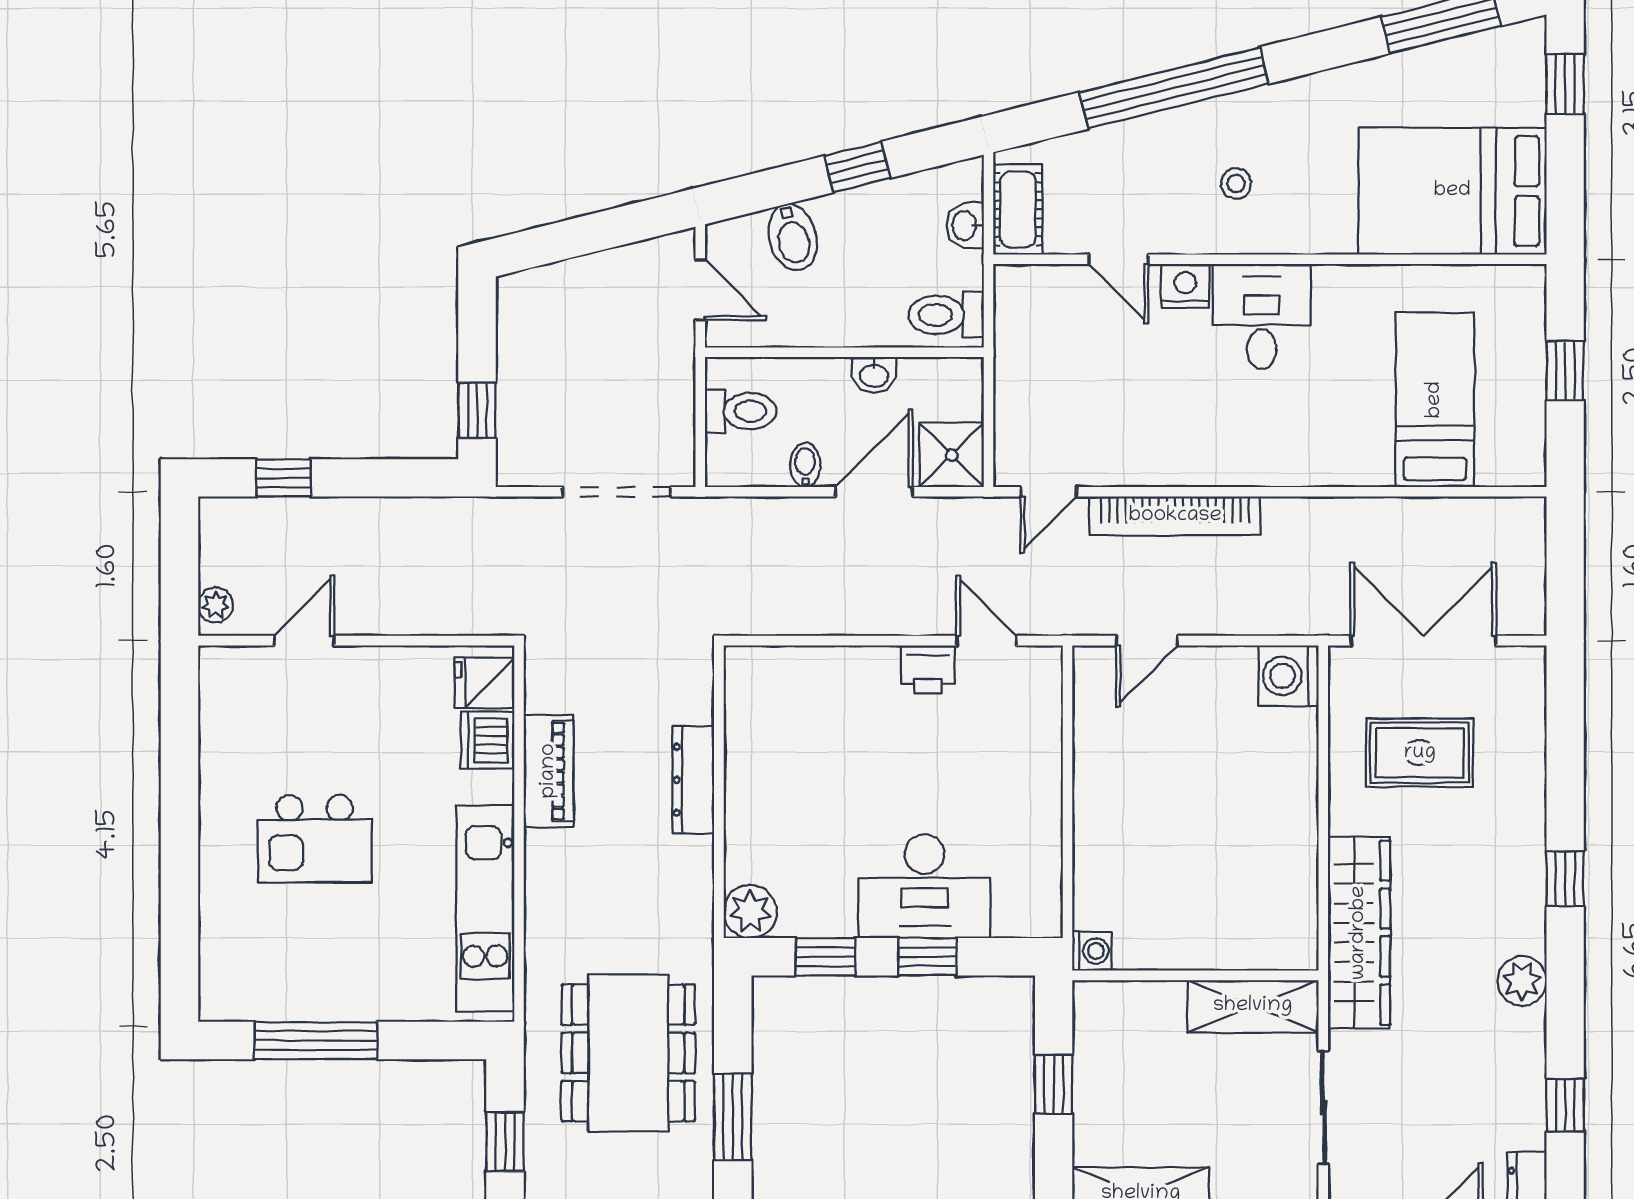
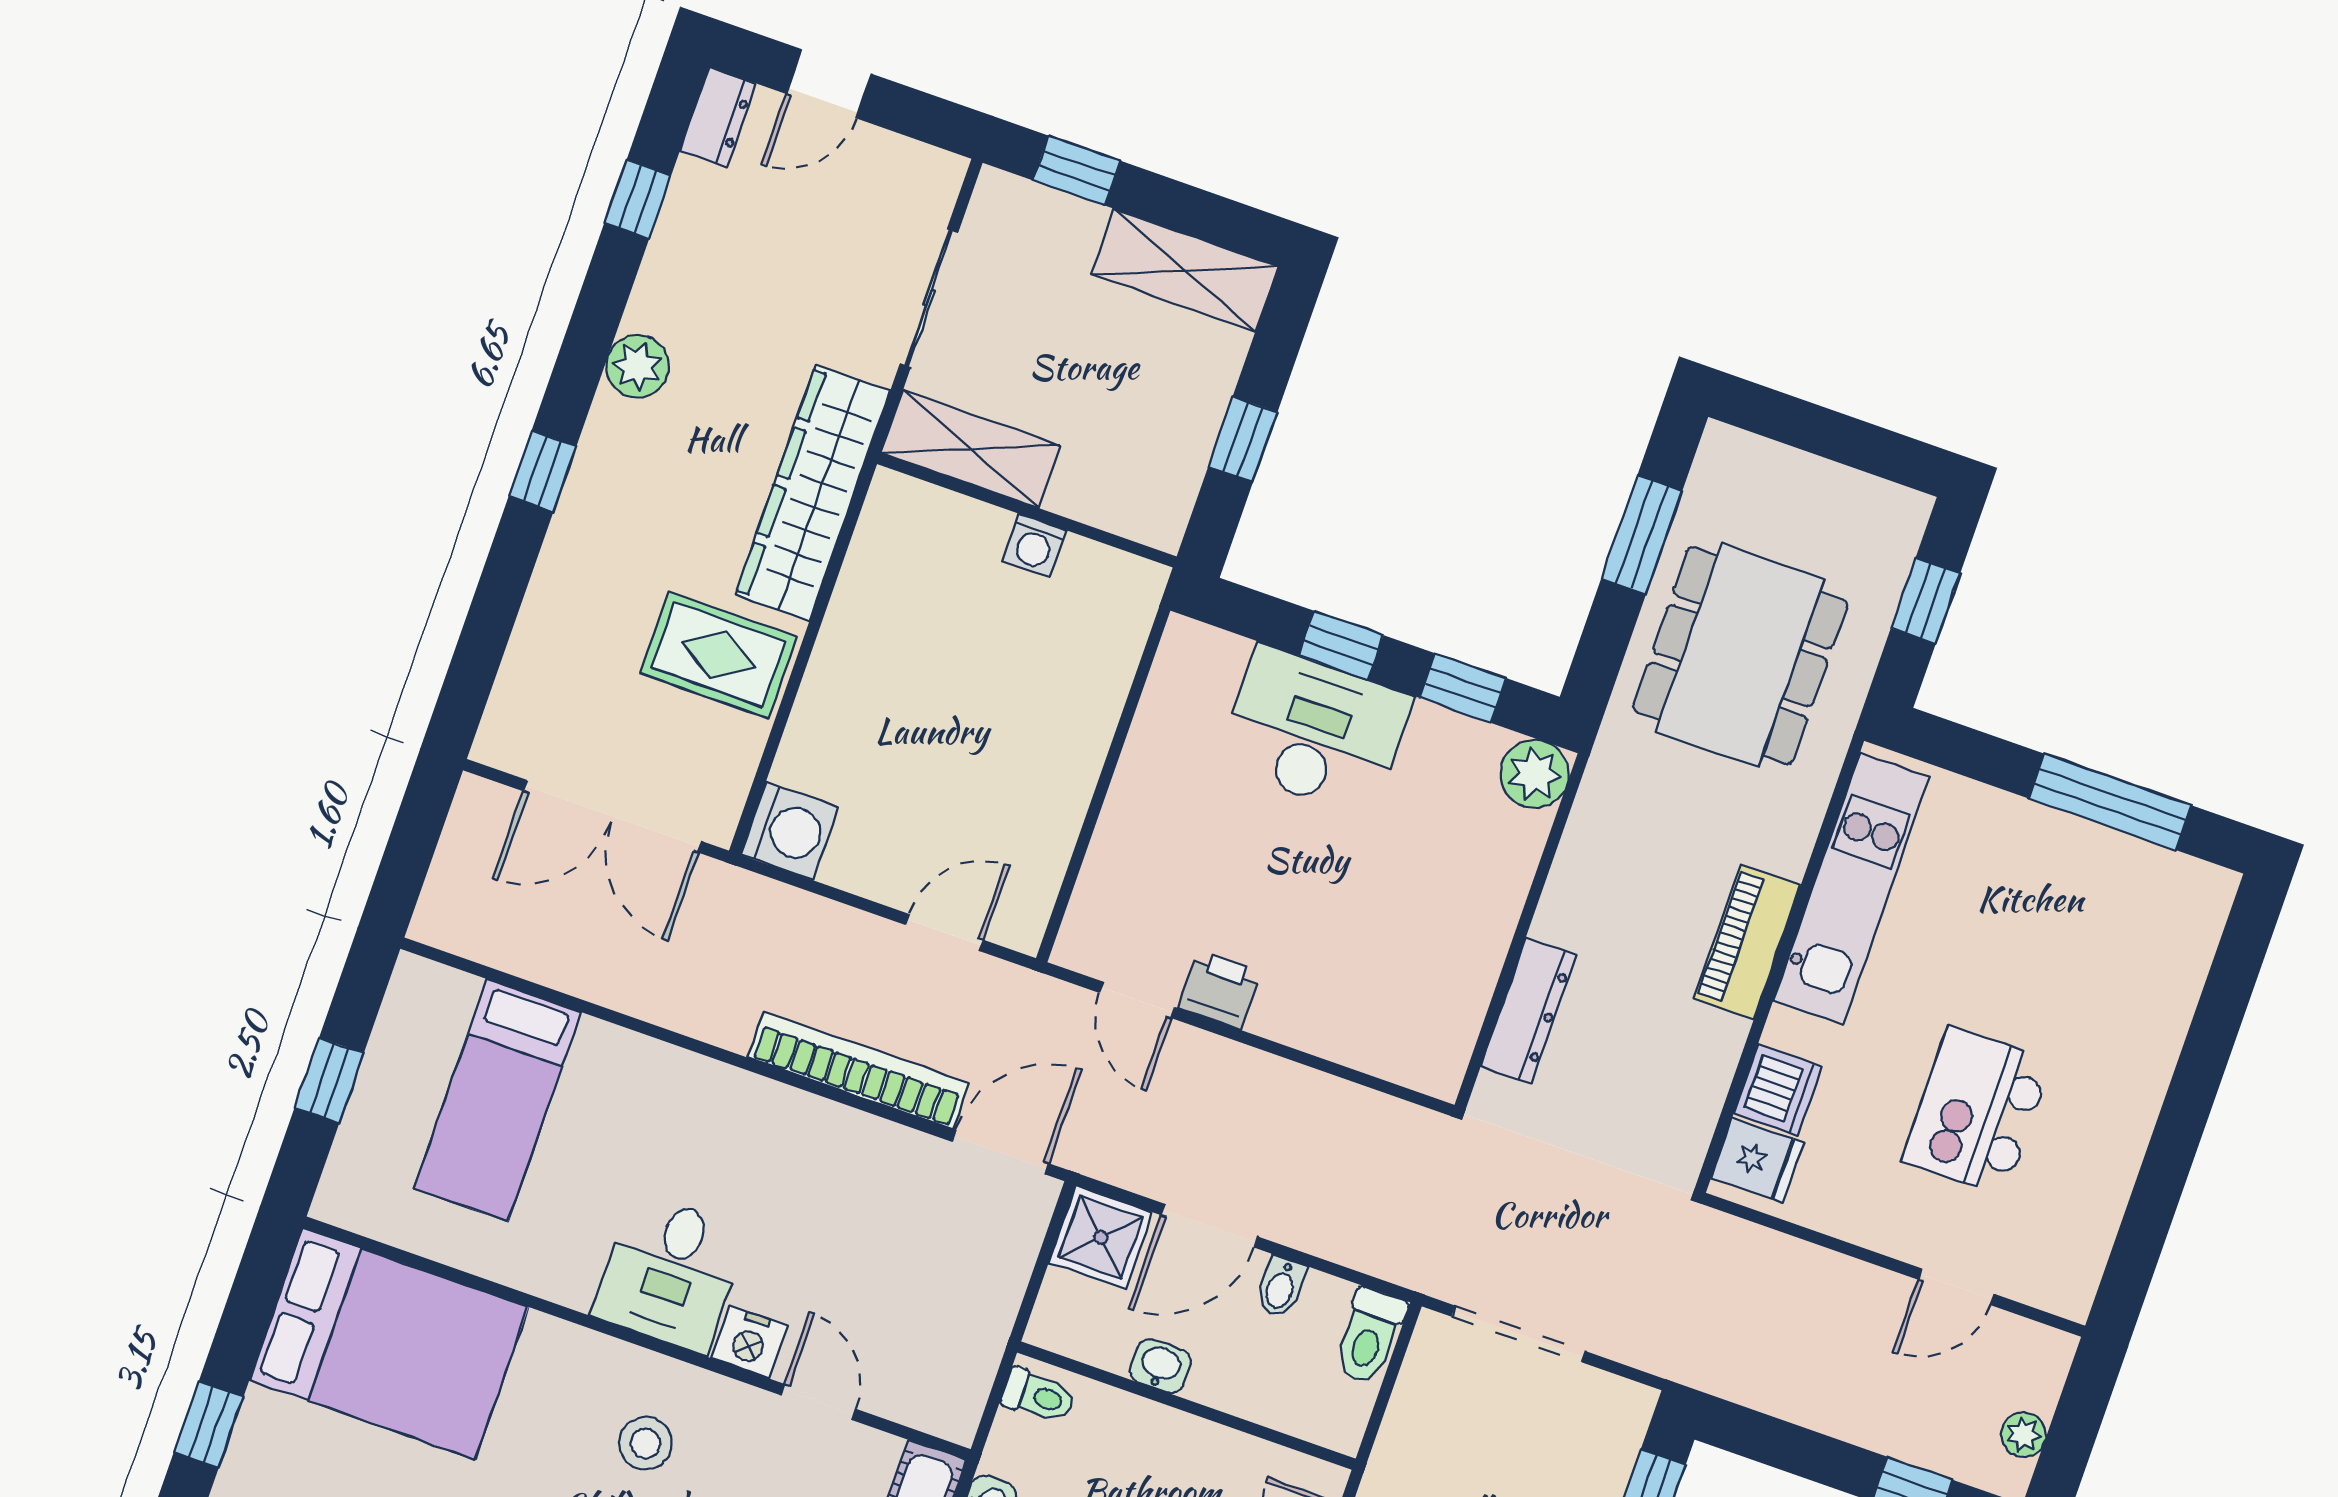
stool: (1236, 184) -> (645, 1443), width x1.37, depth x1.37
toilet: (946, 315) -> (1039, 1396), width x0.73, depth x0.72
toilet: (741, 411) -> (1369, 1336), moved, turned -90
door: (1048, 492) -> (1000, 1152), width x1.38
plant: (216, 605) -> (2023, 1435), moved
rug: (1420, 753) -> (718, 655), moved
piano: (549, 771) -> (1747, 942), moved
dresser: (693, 780) -> (1528, 1011), moved
kitchen island: (315, 839) -> (1977, 1111), moved, turned -90
washing machine: (1092, 951) -> (1034, 546), moved, turned -90

